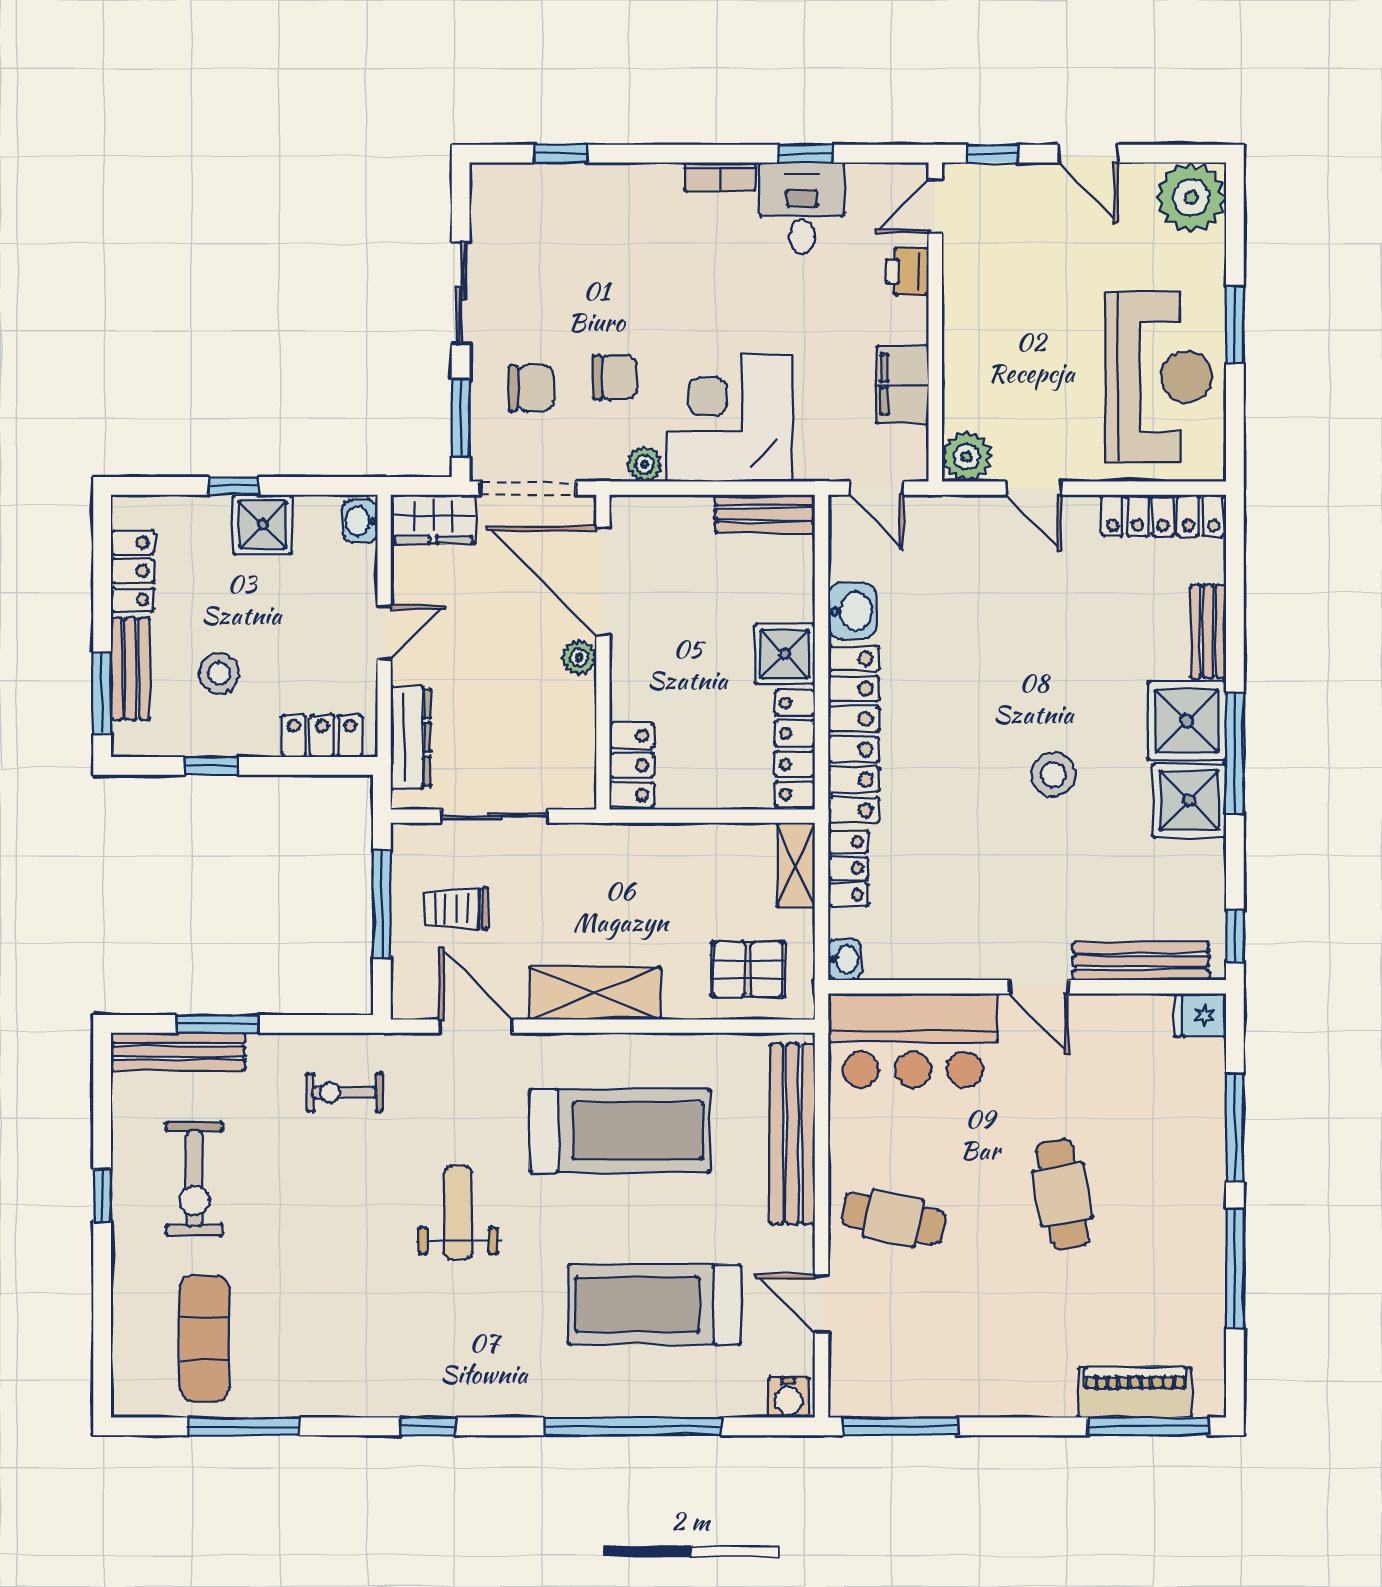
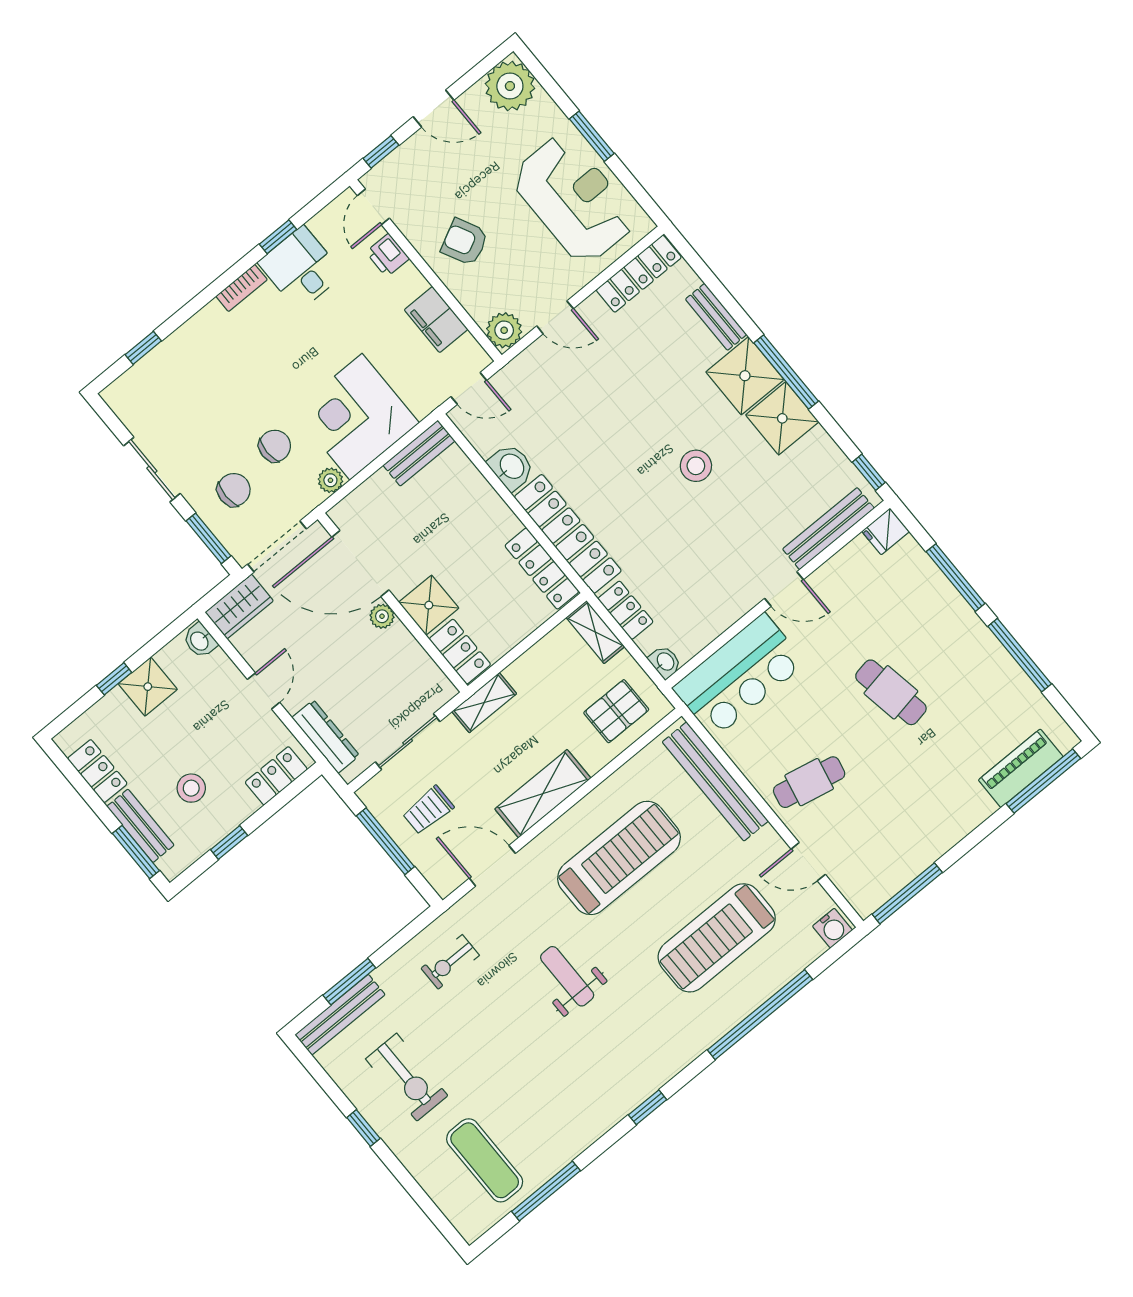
armchair: (1003, 326) -> (465, 242), added
shower: (785, 654) -> (429, 605), moved
shelving: (613, 842) -> (484, 703), added

